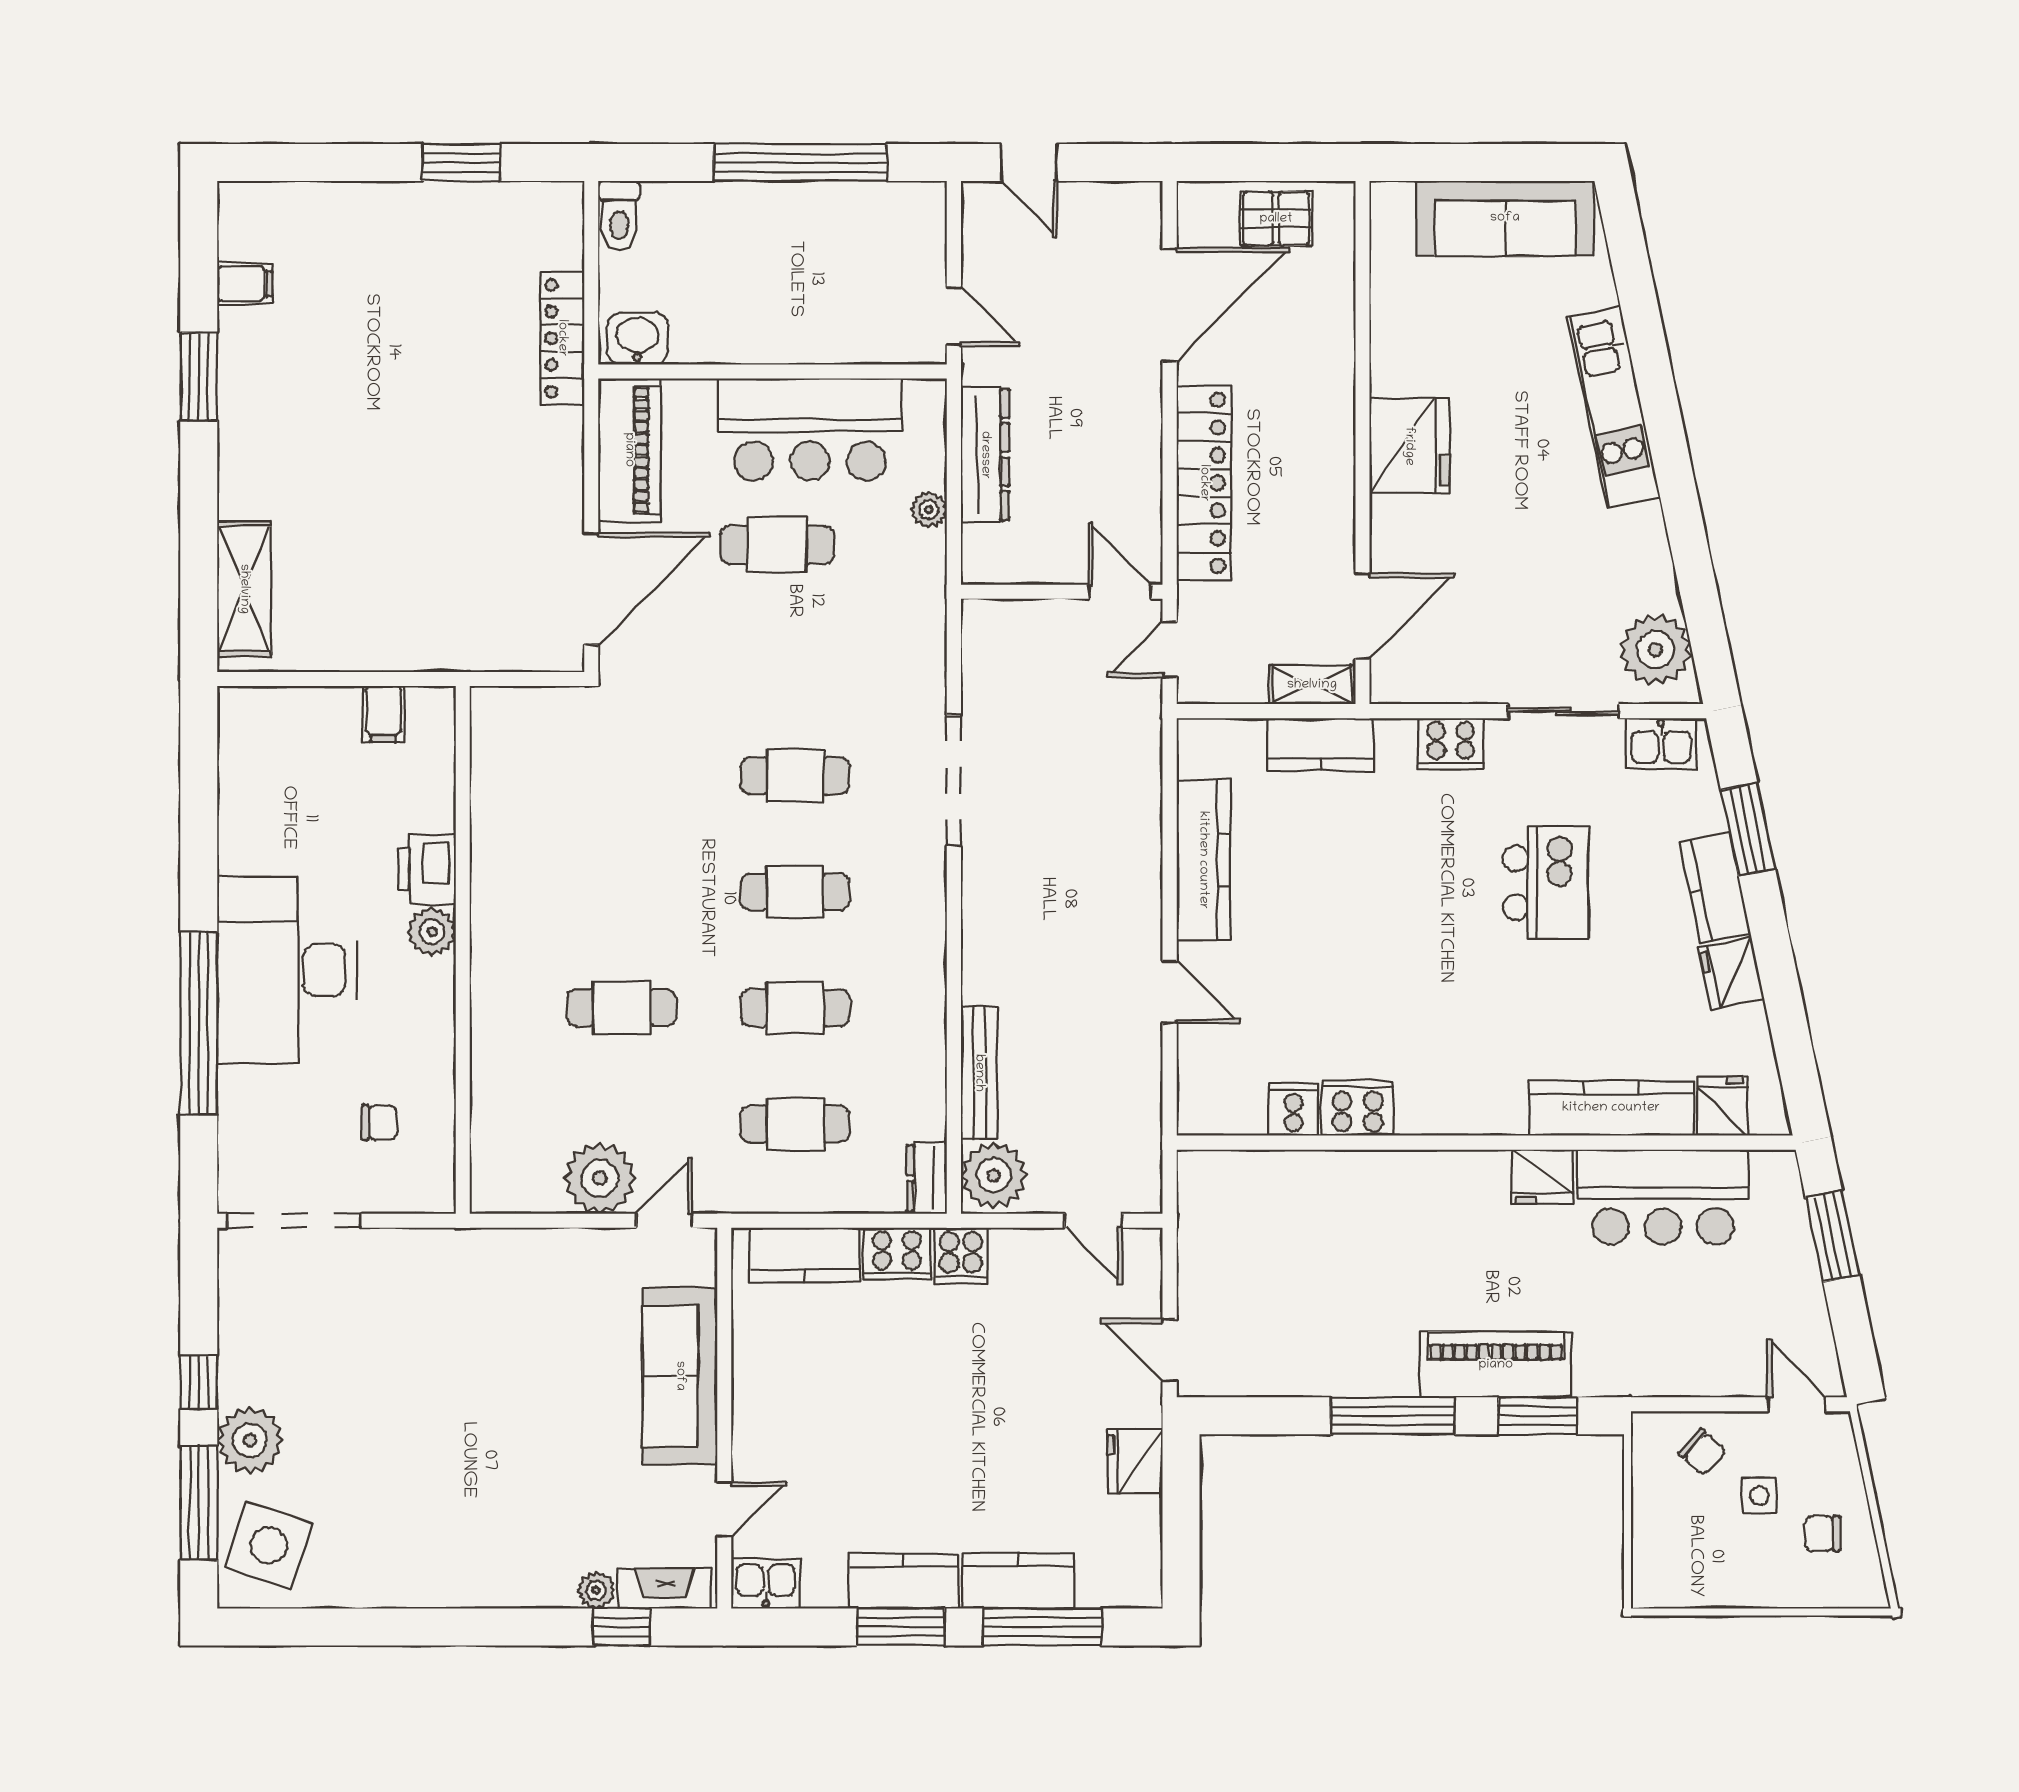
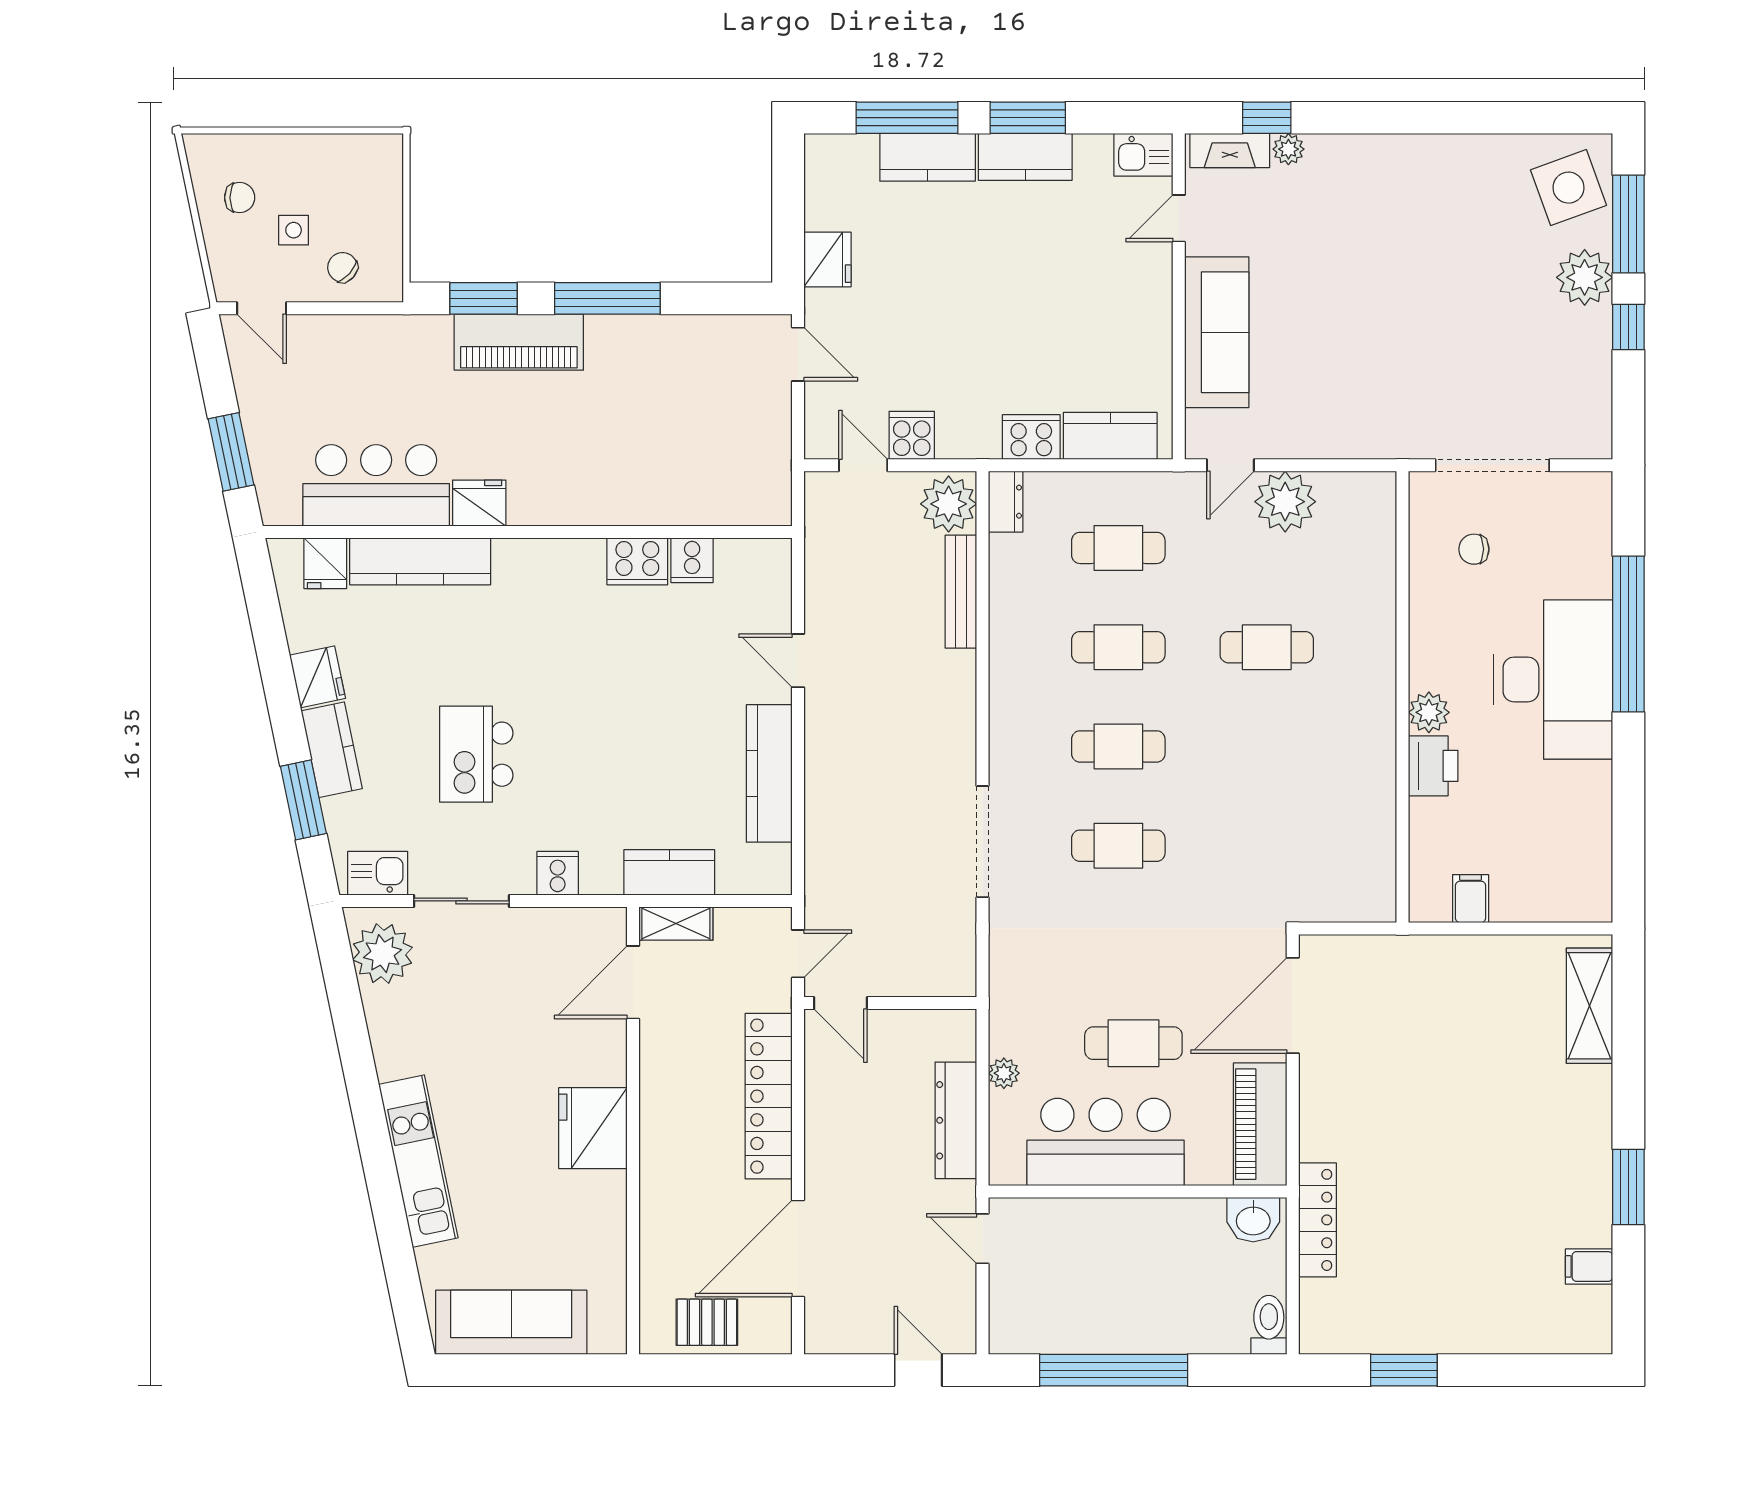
cooker: (1451, 744) -> (558, 873), width x0.73
doorway: (294, 1221) -> (1492, 465), moved
cooker: (961, 1256) -> (912, 435), moved
side table: (269, 1545) -> (1568, 188), turned -38

